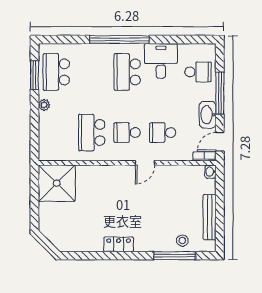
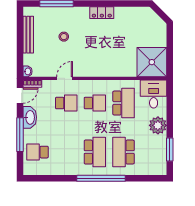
desk: (161, 61) -> (154, 94), moved, turned 180
school desk: (56, 72) -> (124, 152), moved, turned 180
plant: (44, 105) -> (158, 125), width x1.88, depth x1.88
door: (145, 163) -> (65, 78), moved
stool: (182, 241) -> (64, 37), moved

